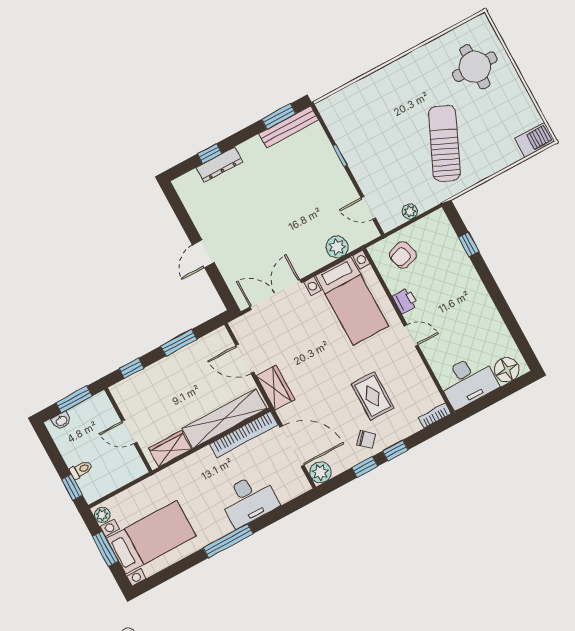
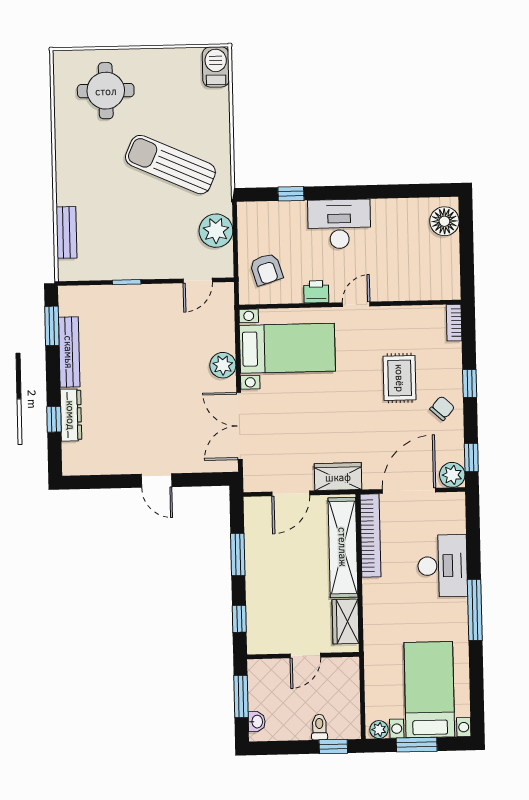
bench: (354, 92) -> (66, 232), added
bench: (289, 127) -> (69, 352), moved
plant: (410, 211) -> (216, 231), width x1.87, depth x1.87
plant: (337, 247) -> (223, 365), moved
desk: (468, 381) -> (339, 224), moved, turned -90
rug: (373, 396) -> (400, 378), turned 90
window: (365, 467) -> (471, 458), moved

